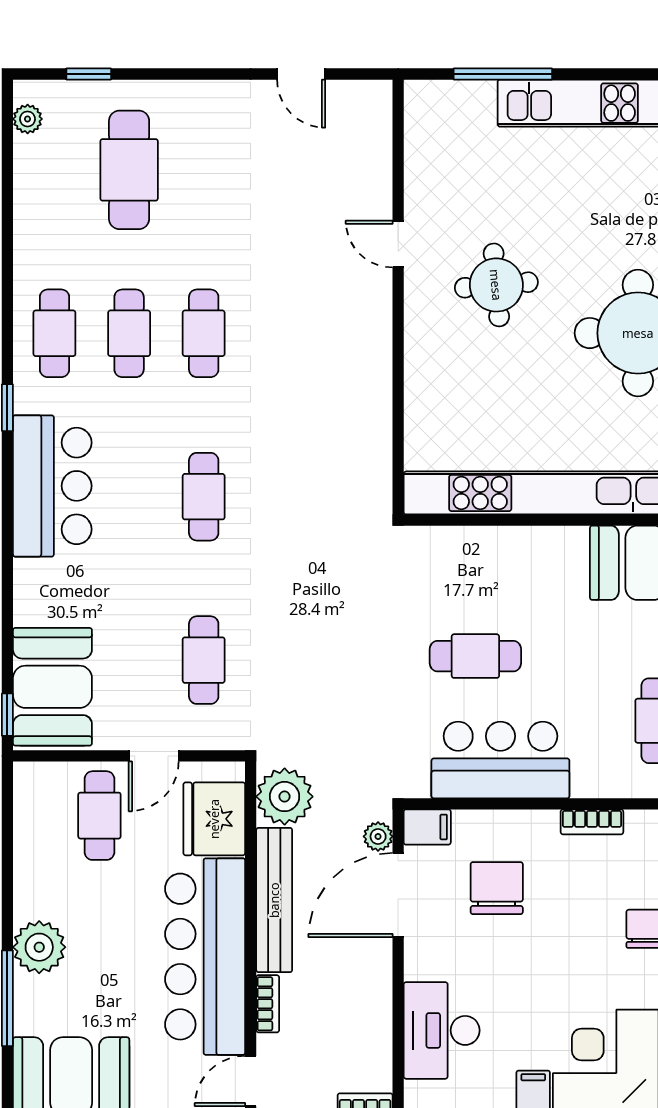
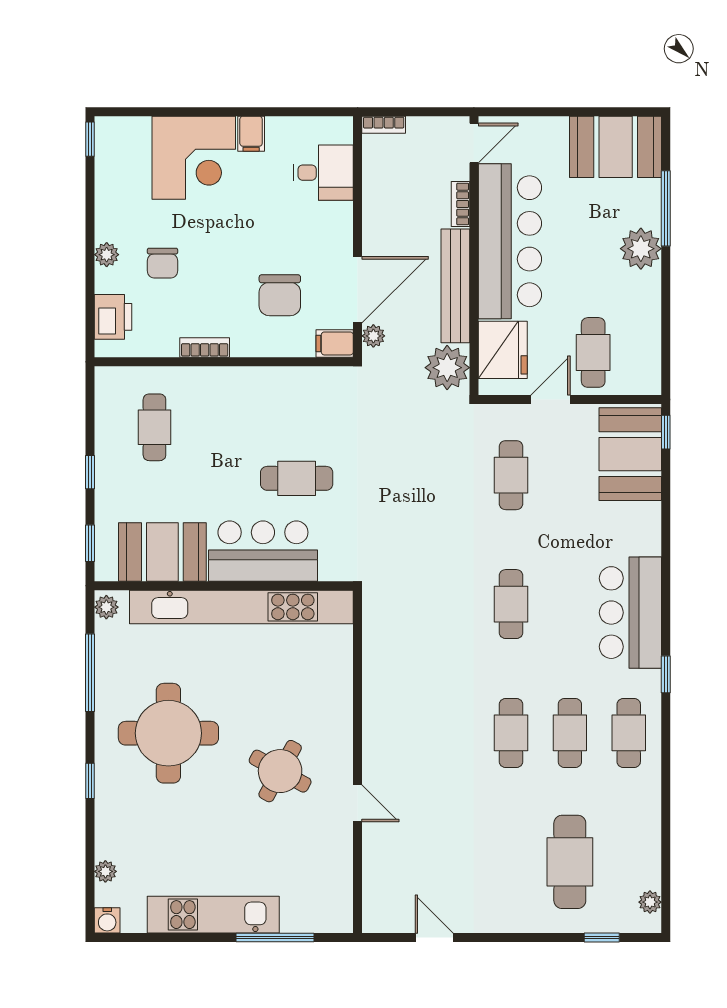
round table: (496, 285) -> (280, 771), turned 34
bar counter: (500, 760) -> (263, 551), moved, turned 180
desk: (442, 1030) -> (323, 173), width x0.73

